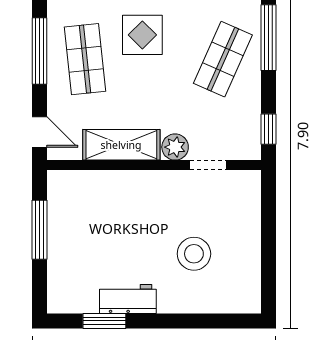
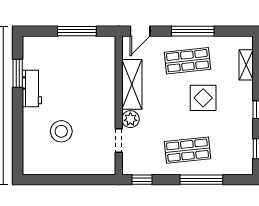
shop shelf: (223, 59) -> (187, 150), turned -30

